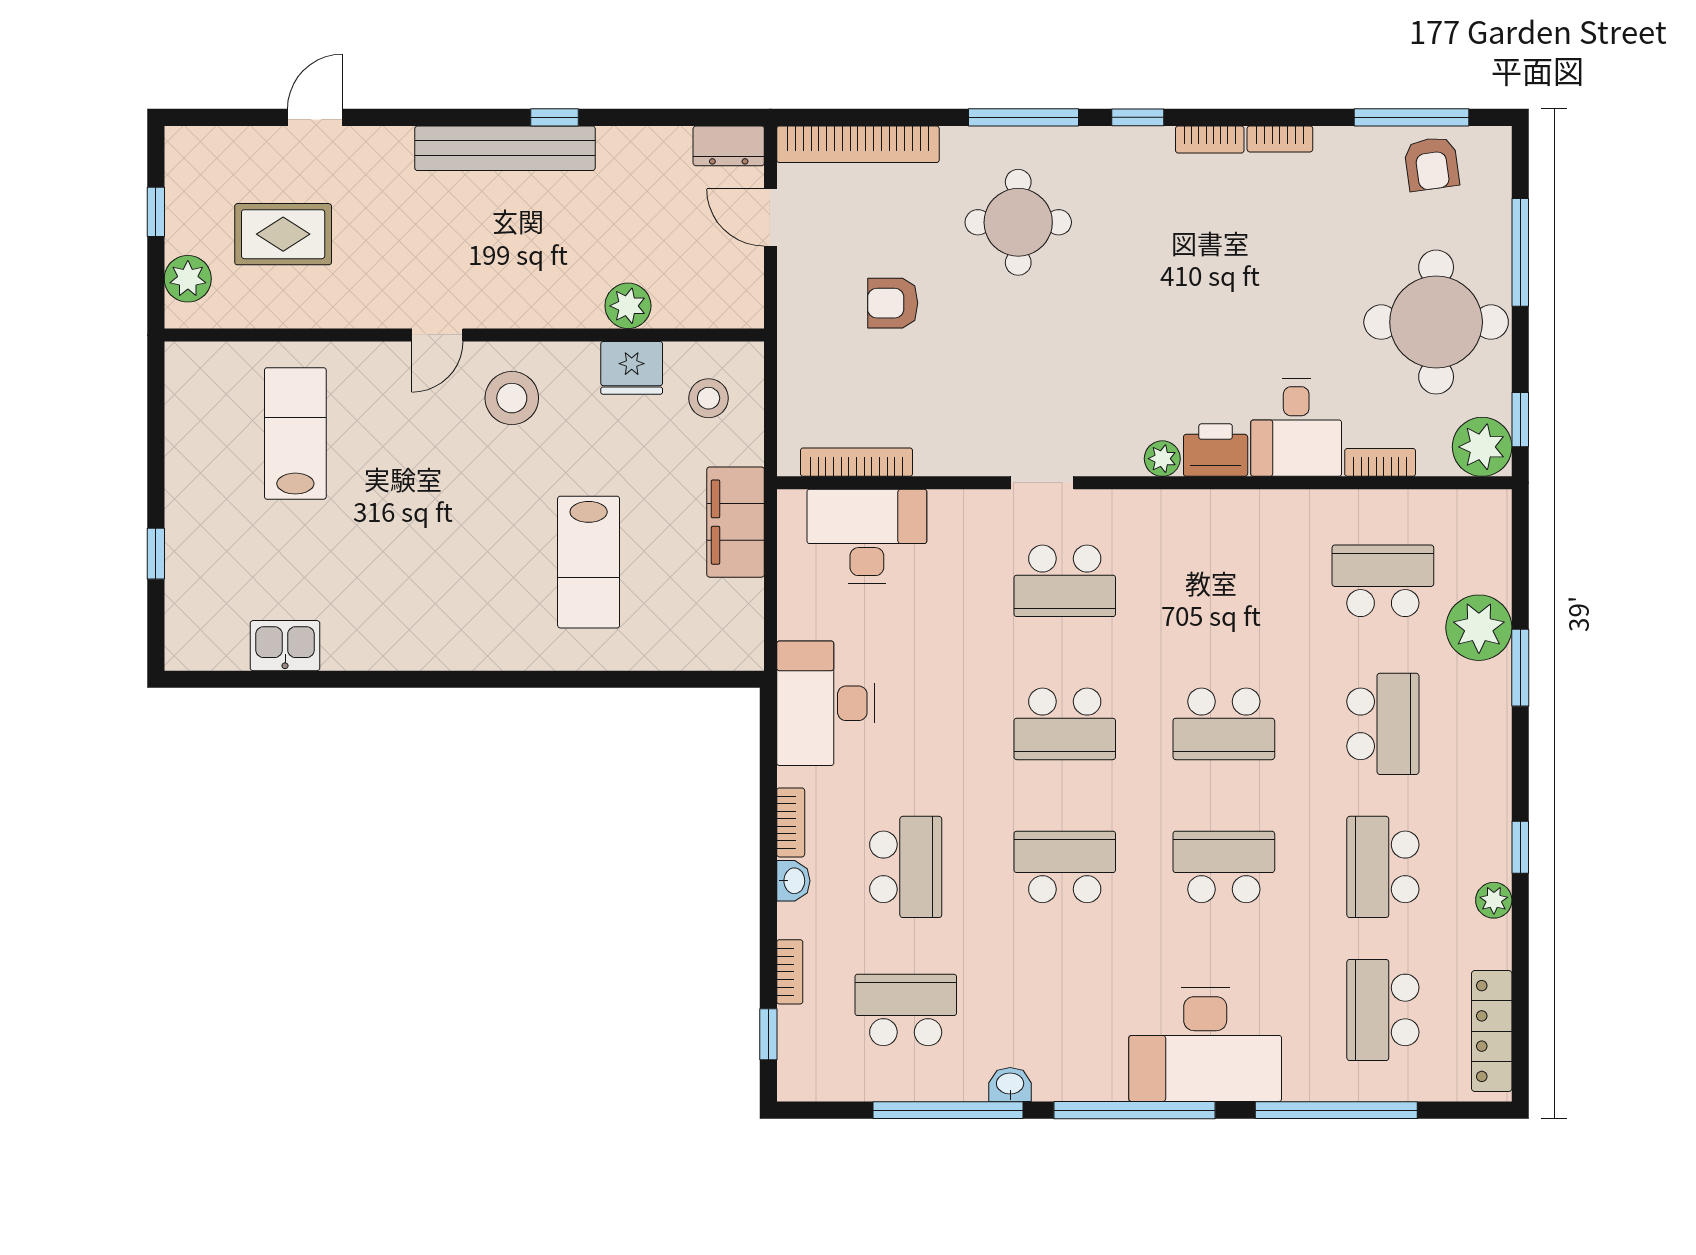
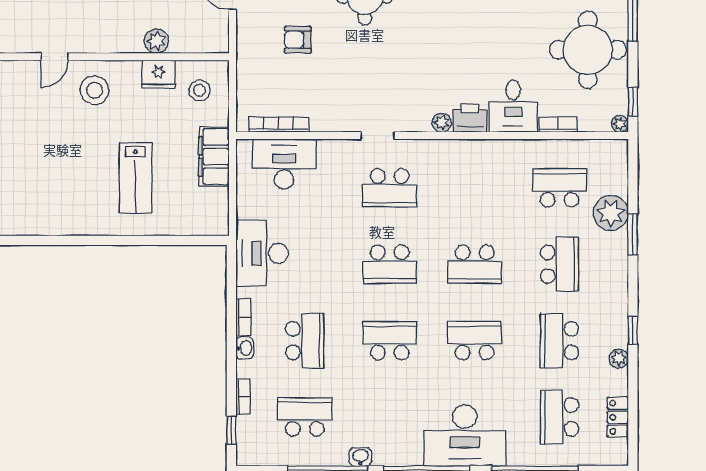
plant: (1482, 447) -> (620, 124), width x0.53, depth x0.53
locker: (1492, 1031) -> (618, 417), width x0.66

